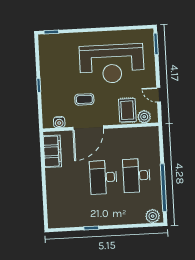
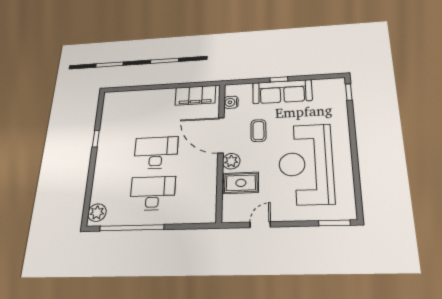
sofa: (50, 82) -> (282, 92), added
plant: (144, 117) -> (231, 161), moved

